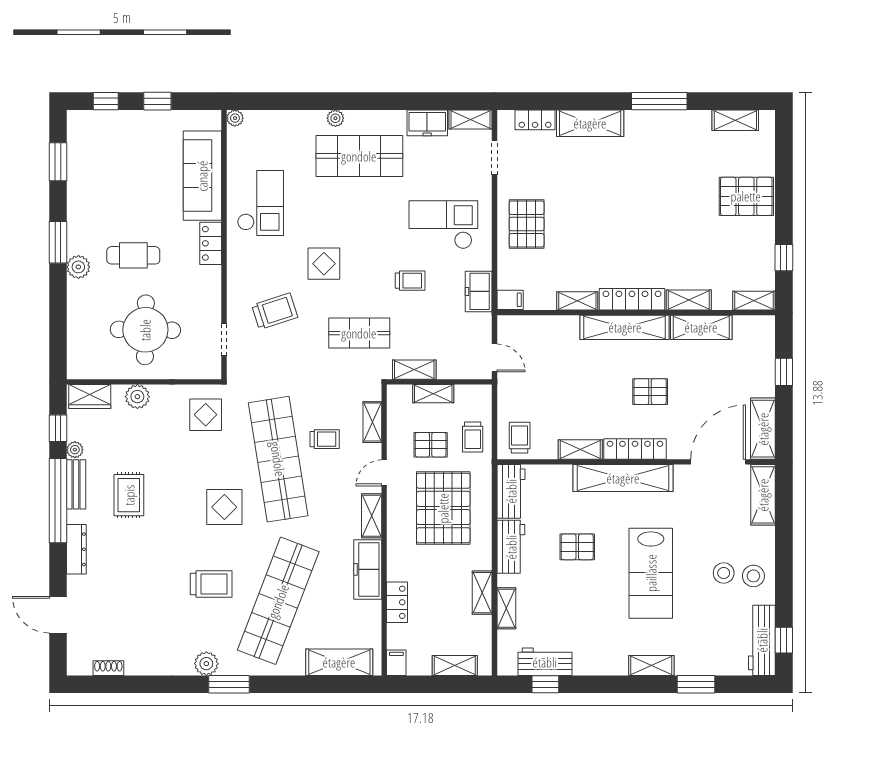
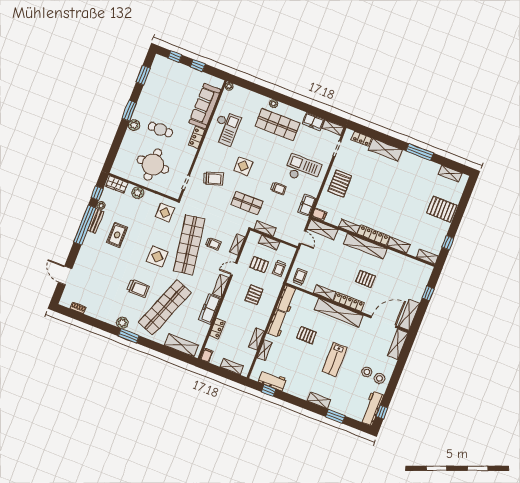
shelving: (701, 327) -> (322, 229), moved
pallet: (443, 508) -> (254, 295), width x0.49, depth x0.50
dresser: (76, 549) -> (84, 250), removed
lab bench: (651, 573) -> (335, 359), width x0.73, depth x0.72

